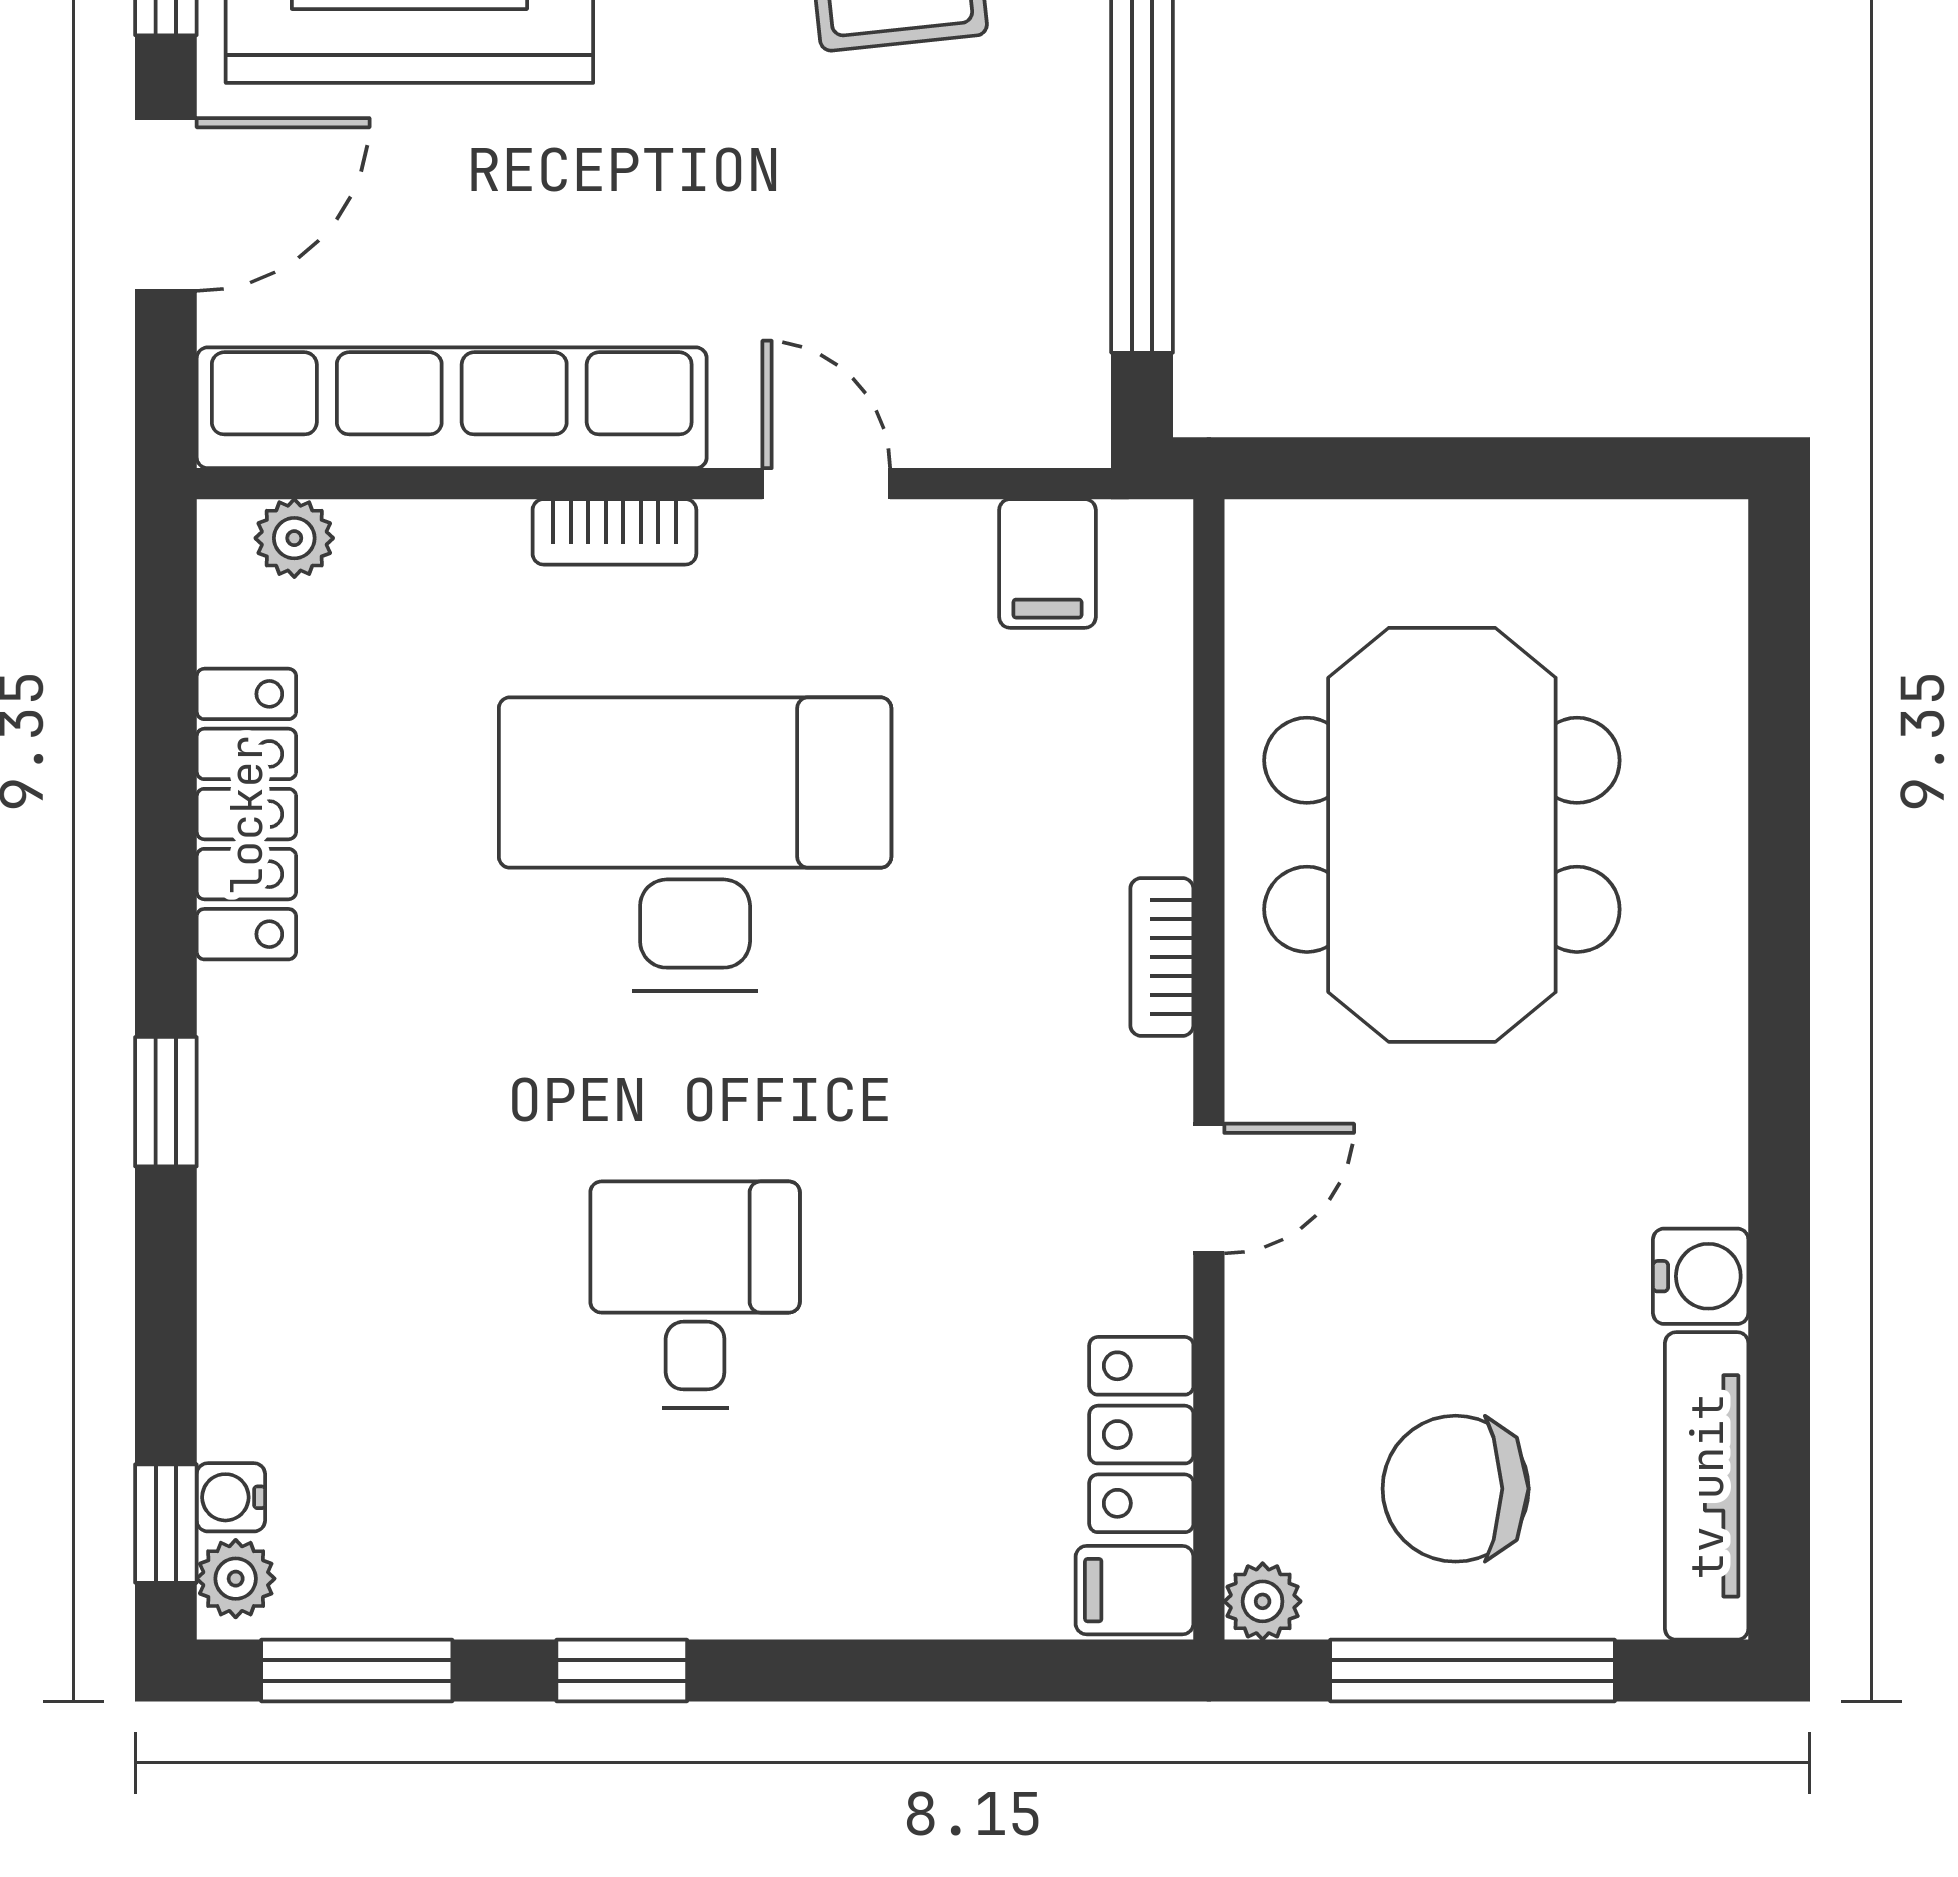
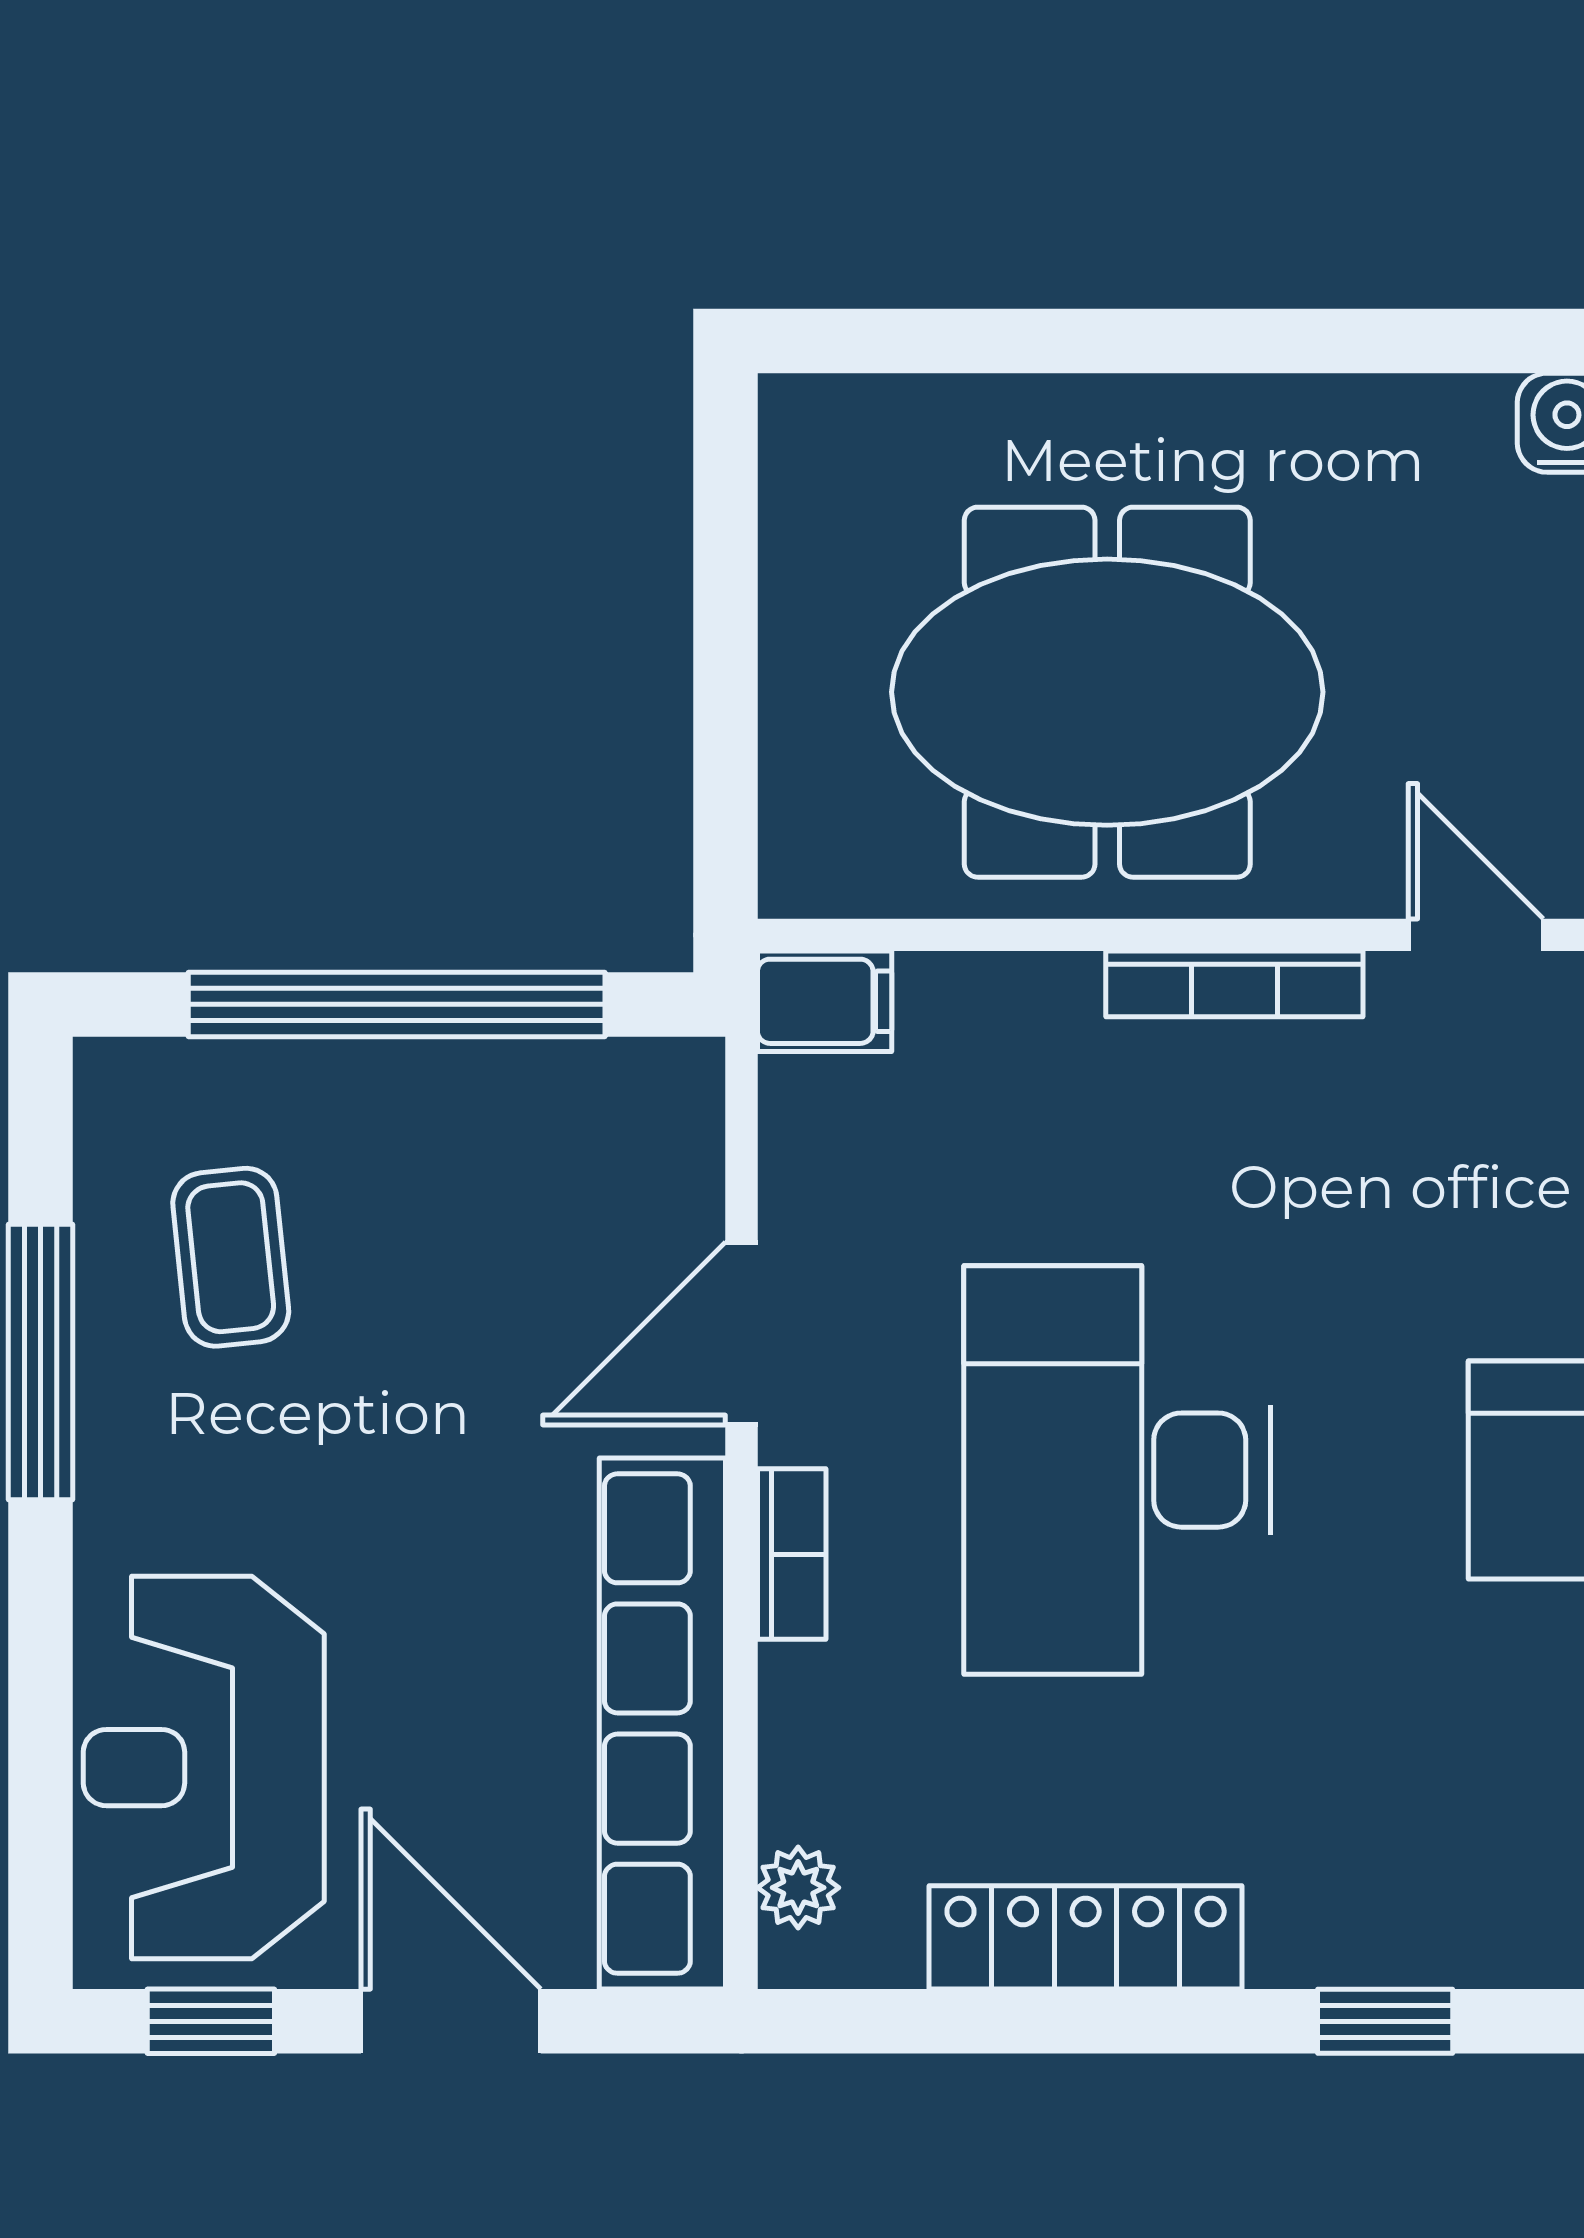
door: (826, 484) -> (741, 1333), width x1.38
filing cabinet: (1047, 563) -> (825, 1001), moved
bookcase: (1162, 957) -> (1234, 984), width x1.56

